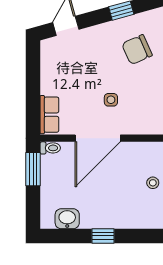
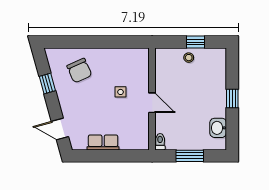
row of seats: (49, 115) -> (103, 142), moved
door: (98, 138) -> (152, 103), width x0.53
window: (33, 169) -> (190, 156), moved

